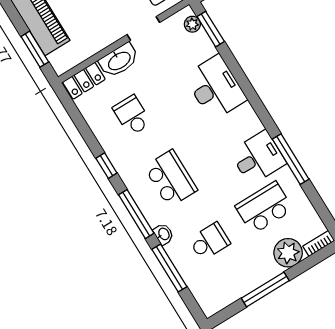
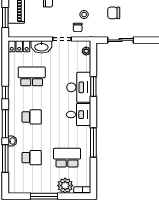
window: (211, 29) -> (93, 87), moved
school desk: (132, 115) -> (32, 76), width x1.85
desk: (258, 158) -> (79, 115), moved
school desk: (171, 178) -> (32, 117), width x0.54

